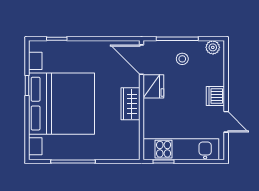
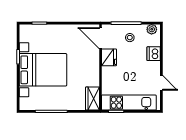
dishwasher: (215, 96) -> (154, 54), moved
bed with nightstands: (62, 104) -> (43, 70), width x0.73
wardrobe: (130, 104) -> (92, 99), moved

